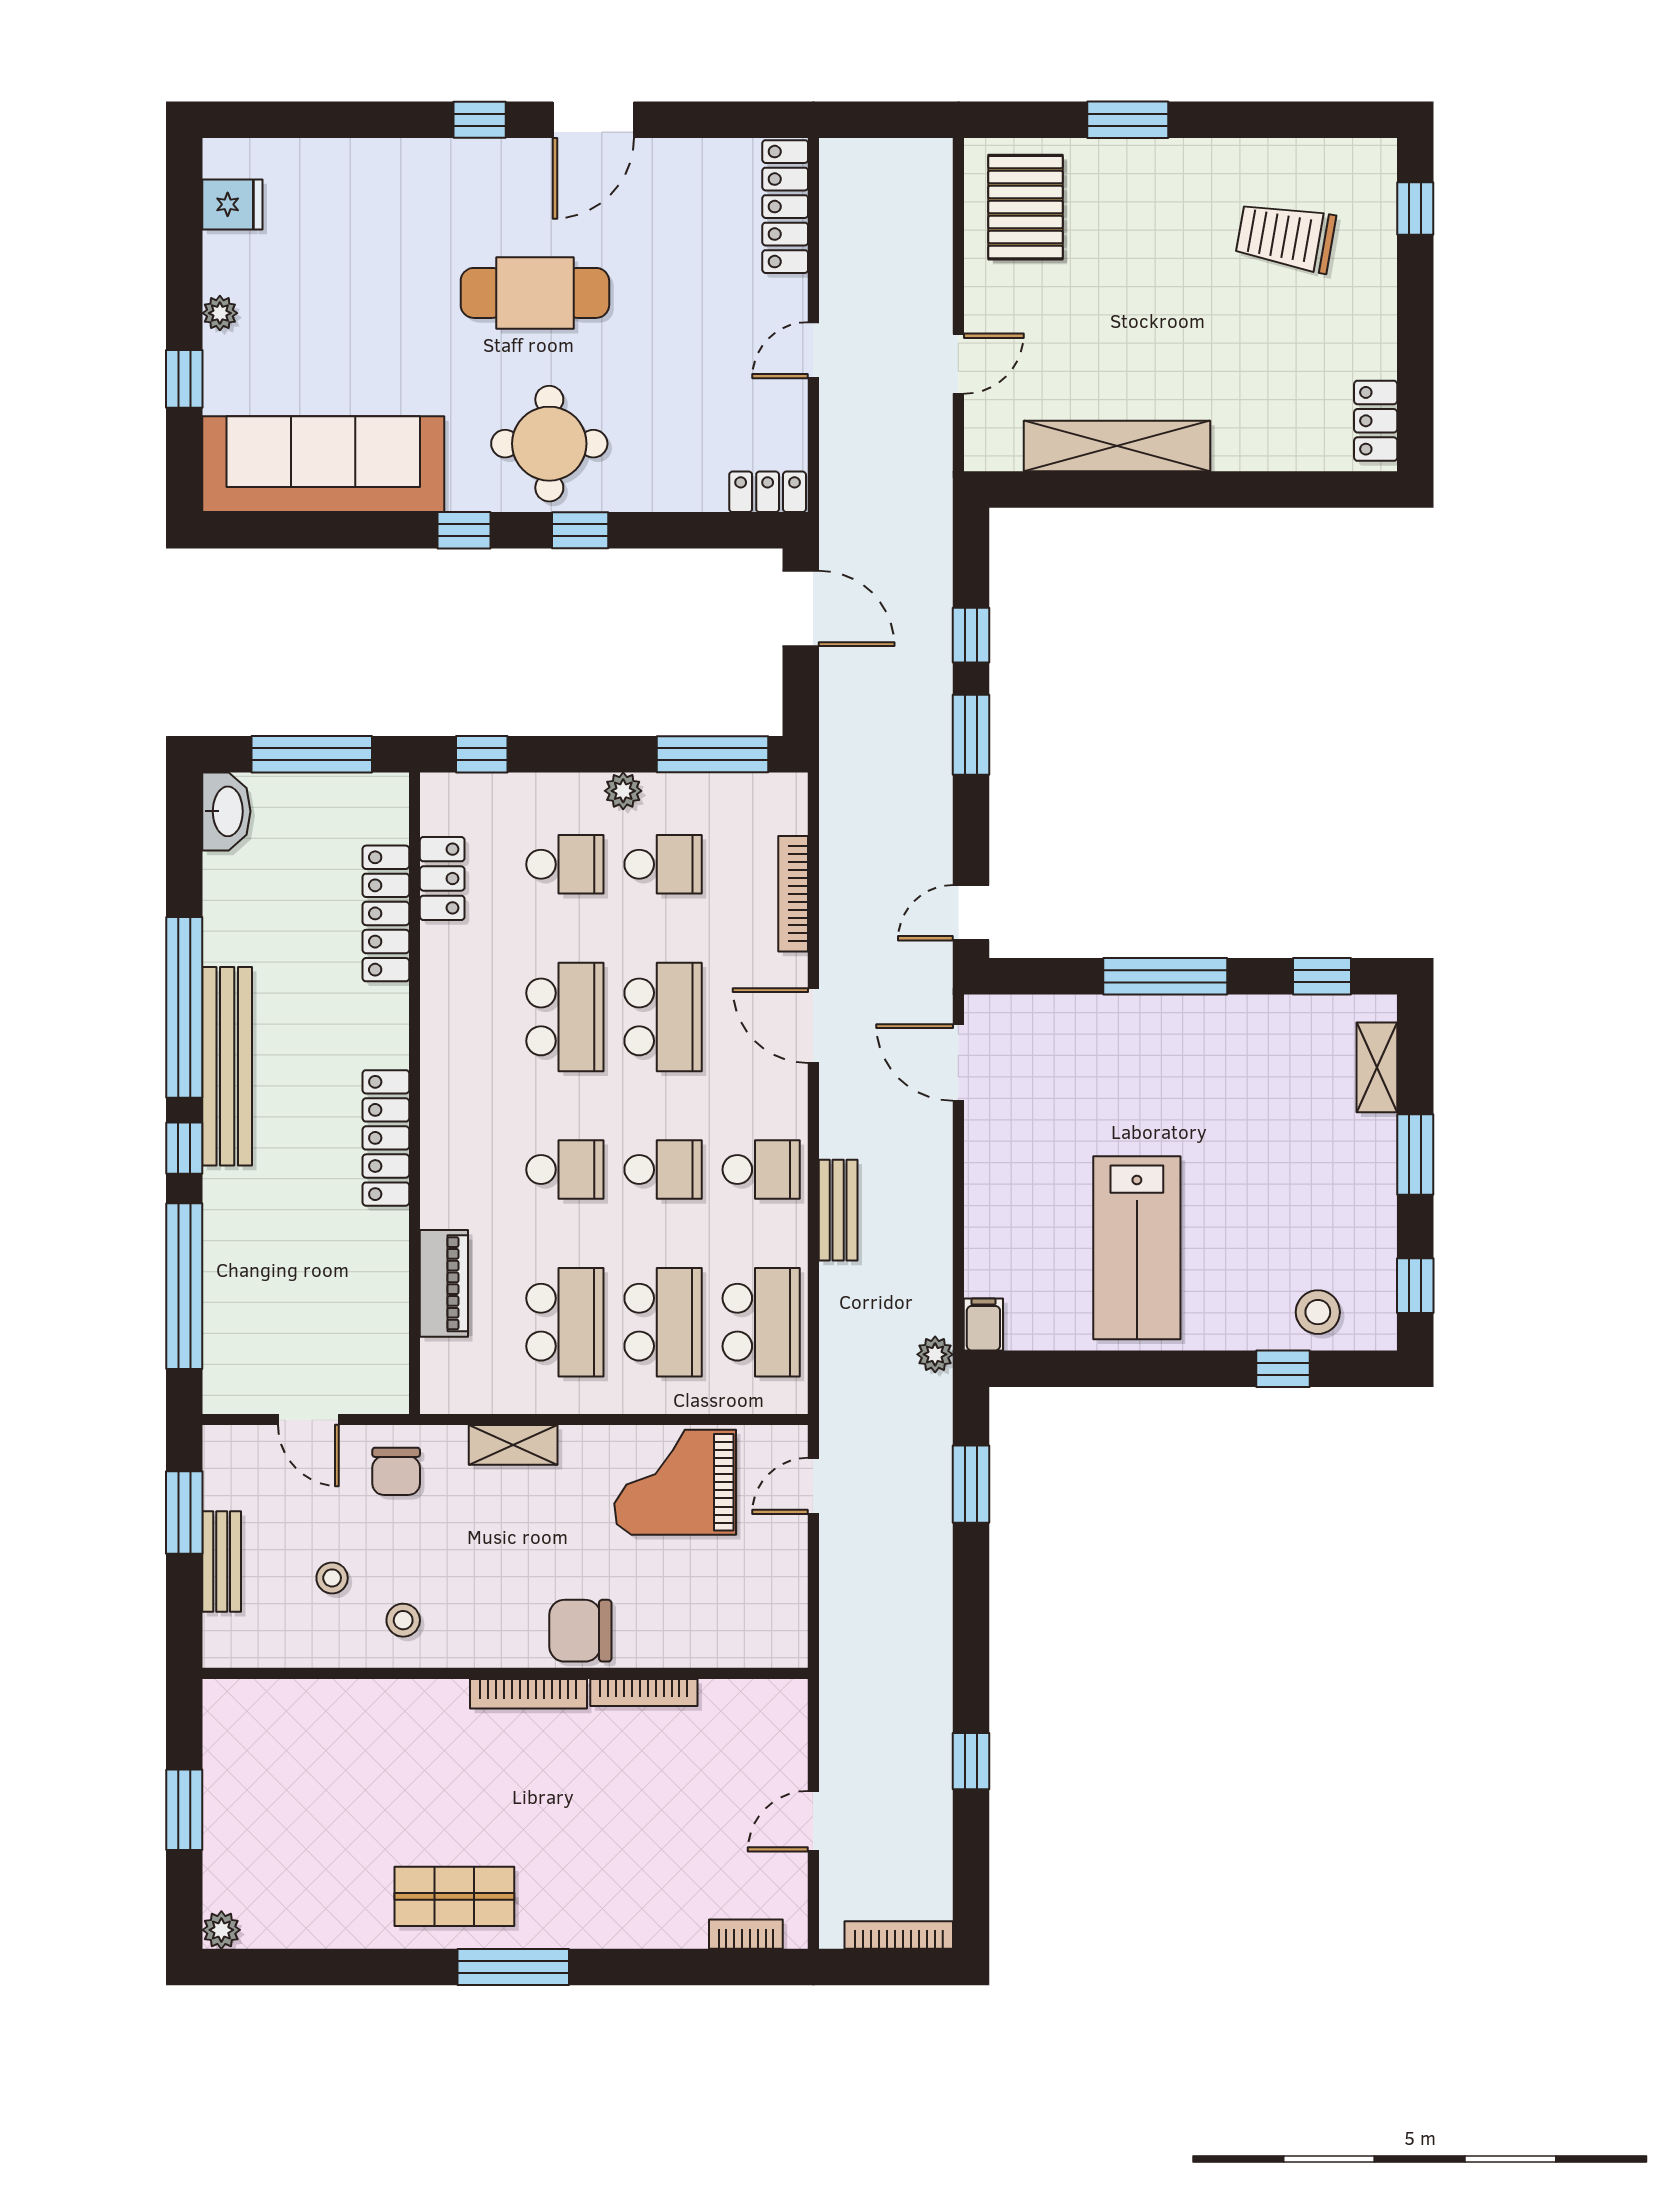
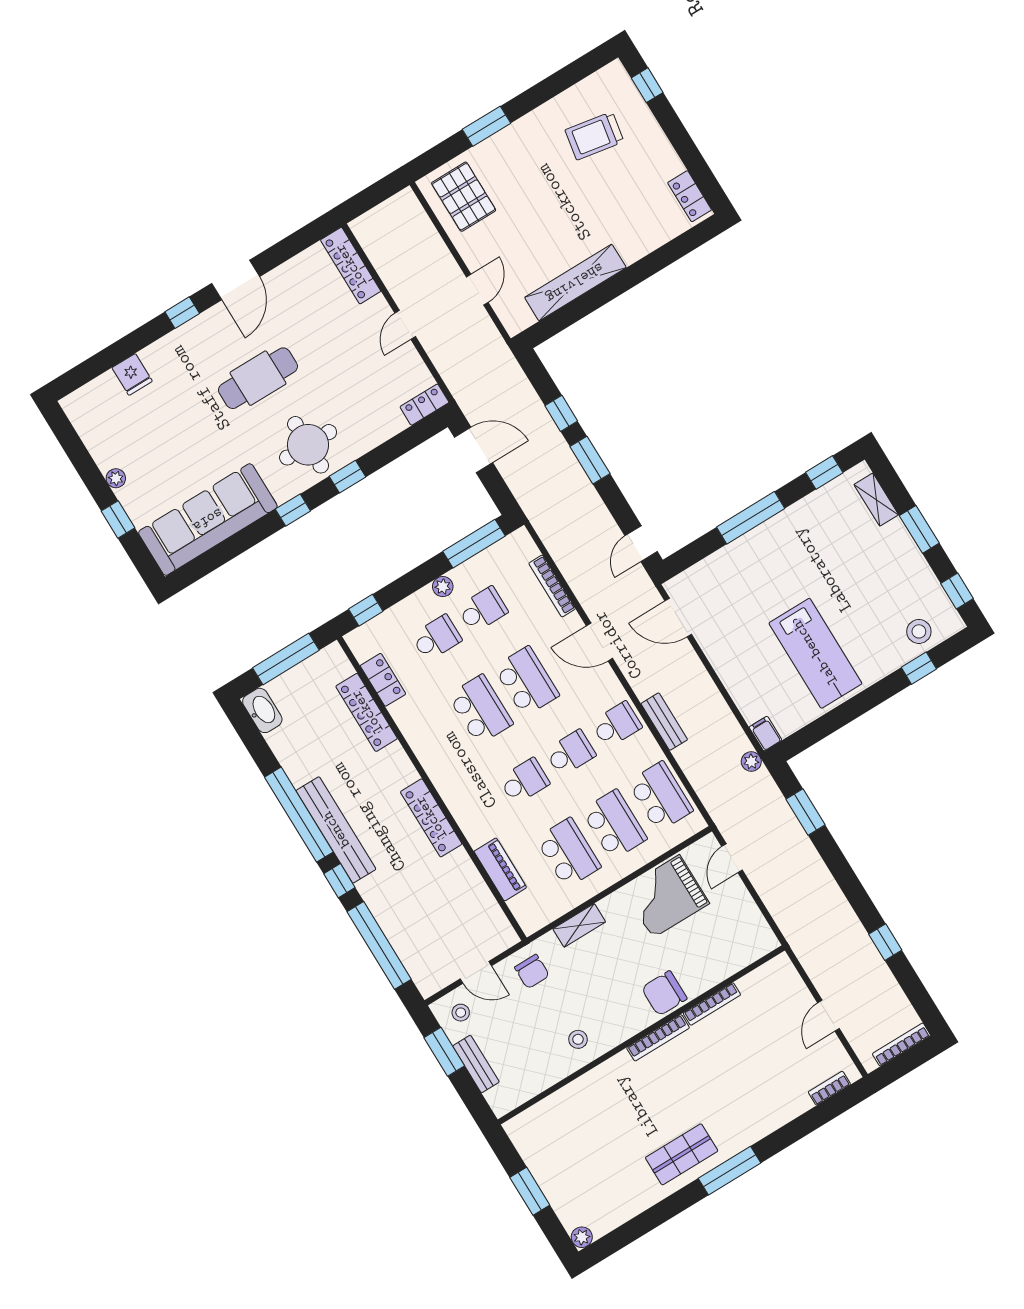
fridge: (232, 204) -> (132, 374), moved, turned 90
stool: (332, 1578) -> (461, 1013), moved

